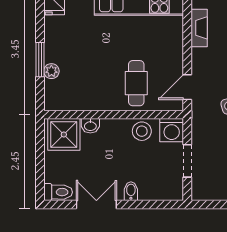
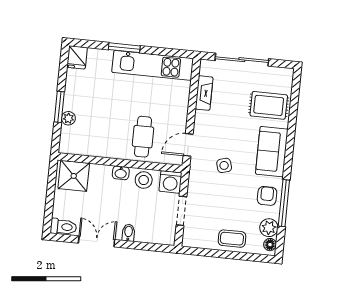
washbasin: (90, 126) -> (121, 173), moved

